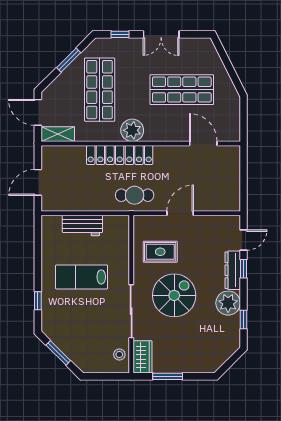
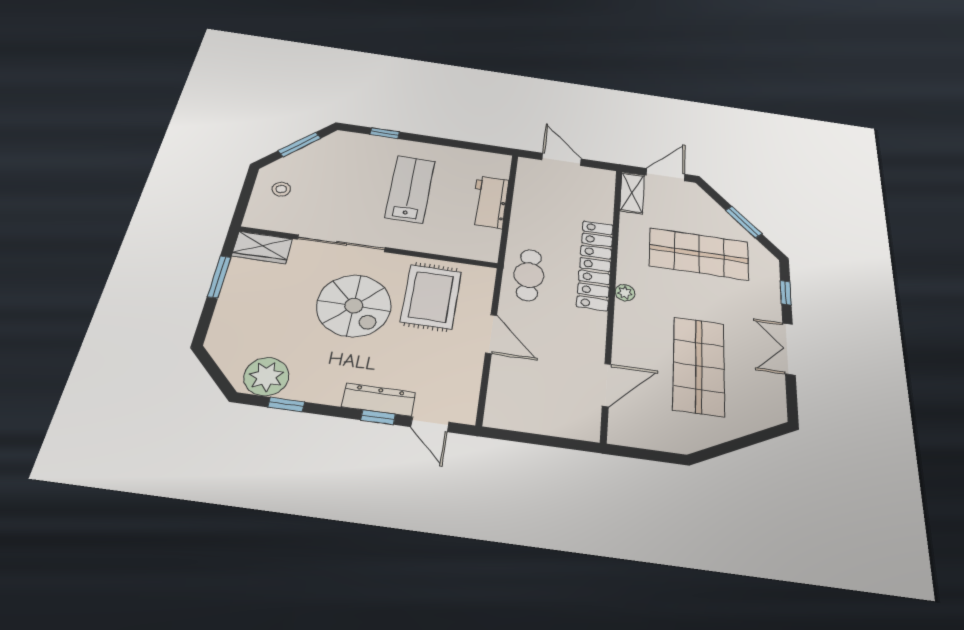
plant: (132, 130) -> (625, 293), width x0.53, depth x0.53
rug: (160, 252) -> (431, 297), width x1.36, depth x1.43
plant: (228, 303) -> (266, 376), moved
stool: (119, 355) -> (281, 189), moved

